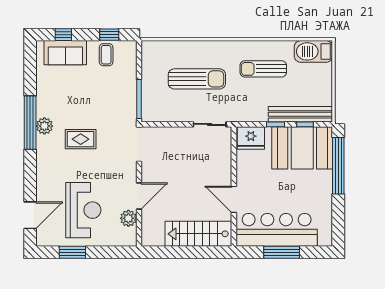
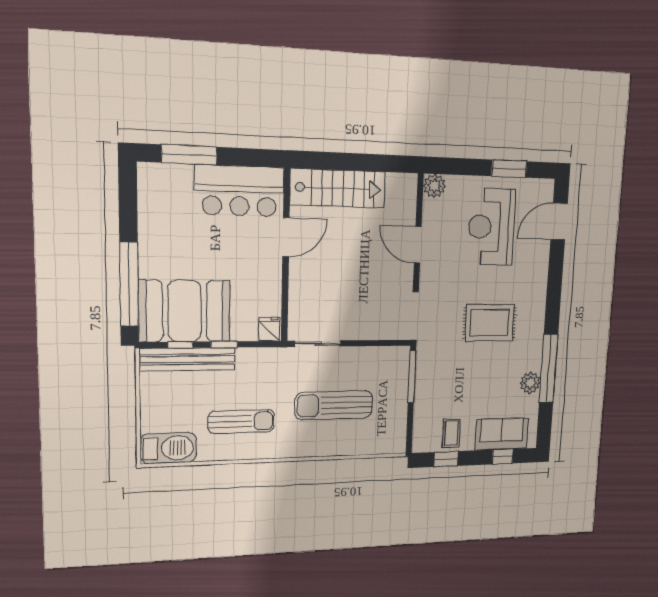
window: (30, 123) -> (549, 368), moved
plant: (44, 126) -> (530, 383), moved
fridge: (251, 138) -> (269, 329), width x0.53, depth x0.75
rug: (81, 139) -> (490, 323), width x1.36, depth x1.43
door: (139, 196) -> (418, 245), hinge flipped
door: (234, 199) -> (286, 237), hinge flipped
plant: (128, 218) -> (435, 186), moved
bar counter: (277, 230) -> (240, 191), width x0.73
window: (282, 252) -> (189, 155), moved

